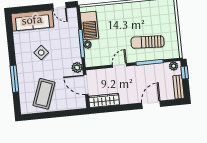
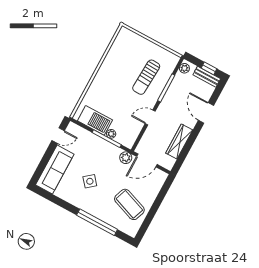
door: (119, 65) -> (150, 117), hinge flipped
window: (185, 73) -> (209, 68), moved
window: (14, 79) -> (97, 222), width x1.46
wardrobe: (104, 100) -> (179, 142), moved

